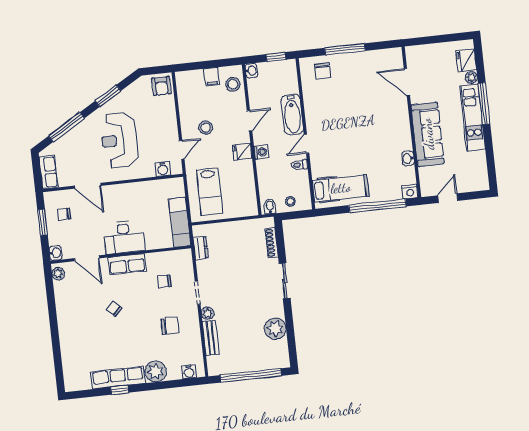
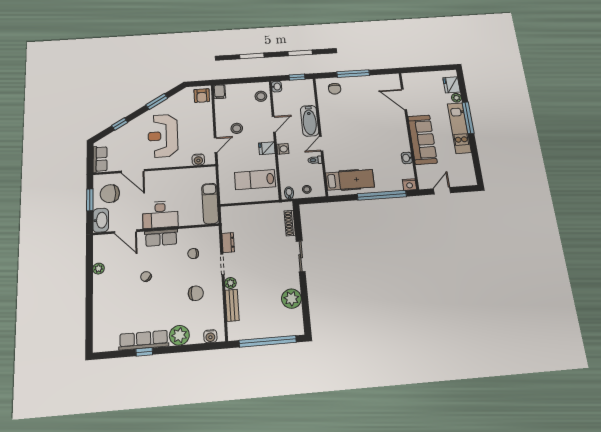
filing cabinet: (212, 77) -> (219, 92), moved
window: (67, 127) -> (120, 124), width x0.46
lab bench: (210, 192) -> (255, 180), moved, turned 90
chair: (64, 214) -> (110, 194), width x1.87, depth x1.87
dresser: (200, 248) -> (228, 243), moved
washbasin: (56, 253) -> (101, 220), width x1.91, depth x1.45
plant: (58, 274) -> (99, 269), moved

